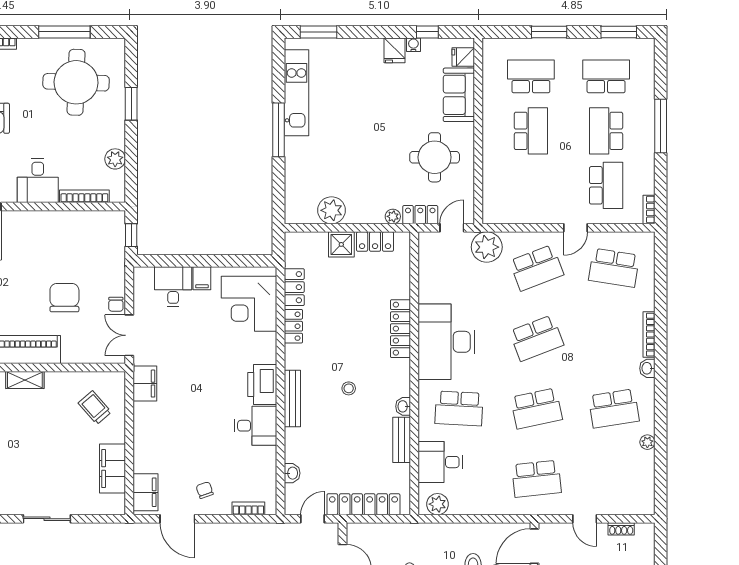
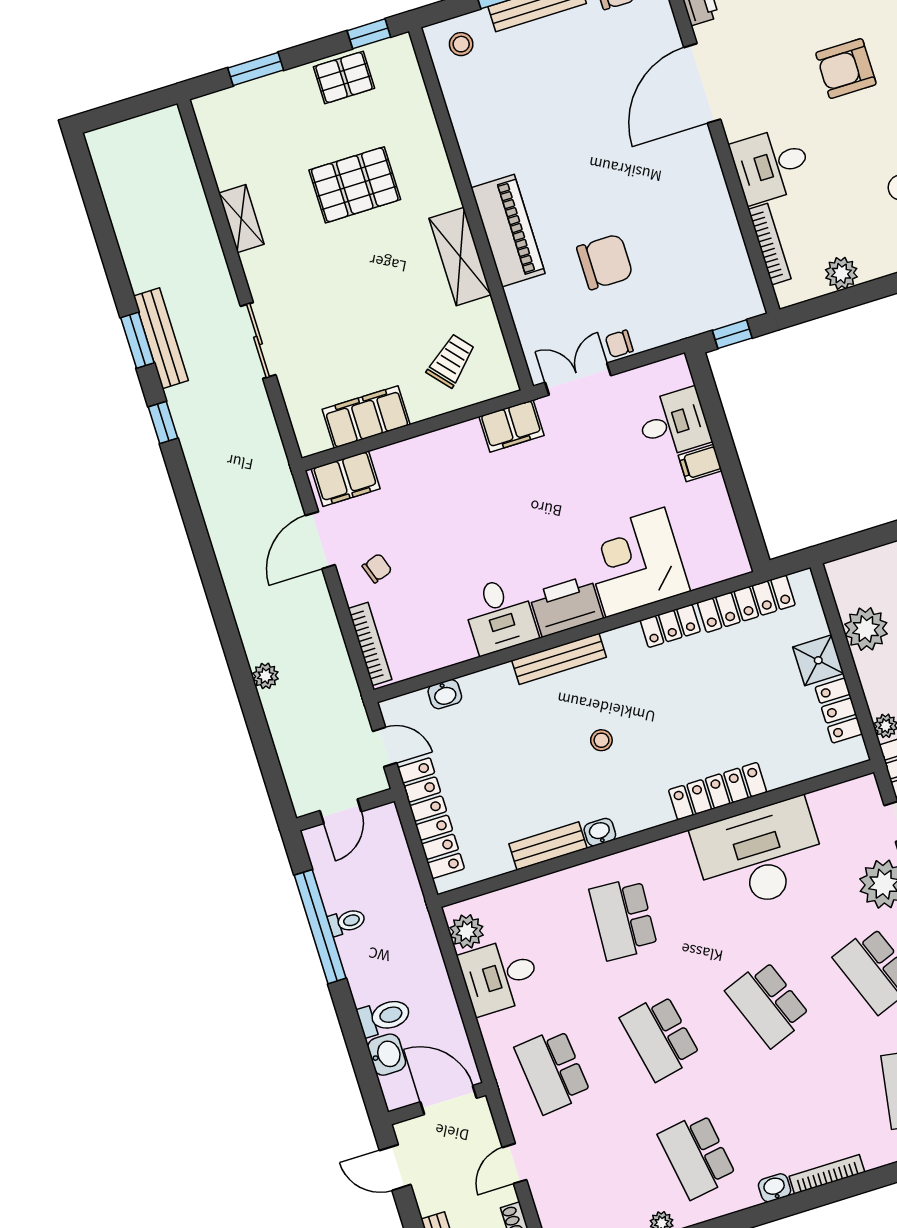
locker: (294, 287) -> (746, 604), width x1.53
corner desk: (249, 304) -> (635, 562), moved
desk: (446, 342) -> (760, 855), moved
shelving: (25, 380) -> (460, 256), width x1.50, depth x1.33
desk: (440, 462) -> (500, 976), moved, turned -90
bookcase: (248, 508) -> (370, 644), width x1.56

